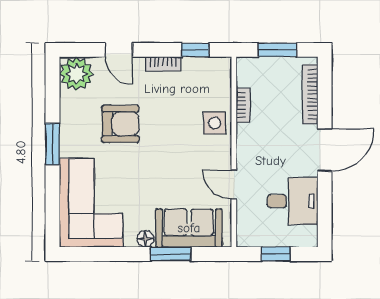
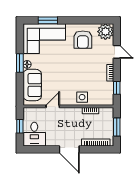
door: (119, 50) -> (117, 52), swing flipped
armchair: (120, 124) -> (83, 40), moved
window: (52, 144) -> (48, 20), moved
desk: (293, 201) -> (34, 134), moved
window: (171, 254) -> (20, 63), moved

